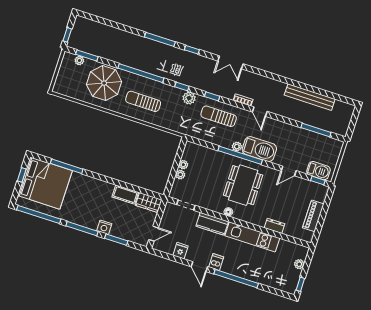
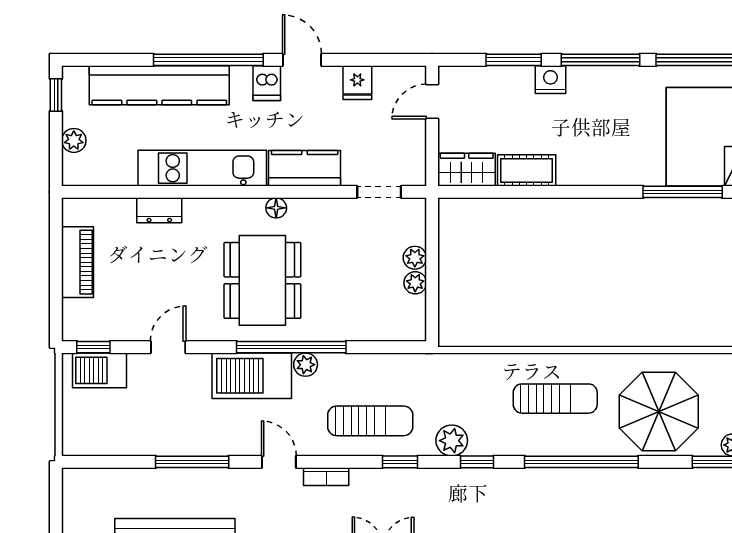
window: (316, 130) -> (192, 462), moved
kitchen counter: (259, 275) -> (159, 85), added

